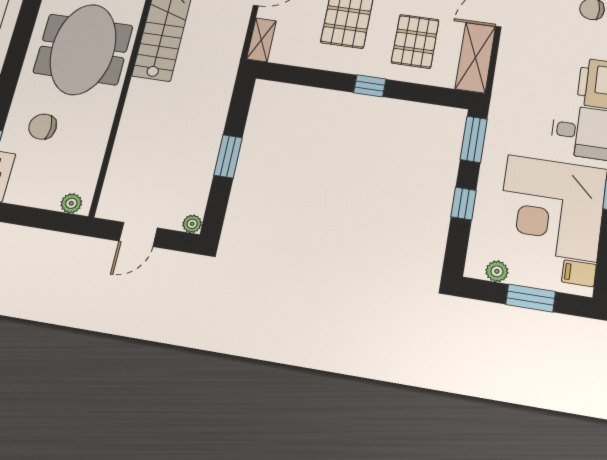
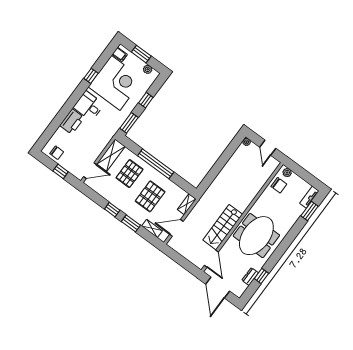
window: (370, 86) -> (156, 164), width x3.17
chair: (43, 127) -> (279, 185), moved
window: (228, 156) -> (222, 162), removed
door: (138, 234) -> (268, 148), swing flipped

